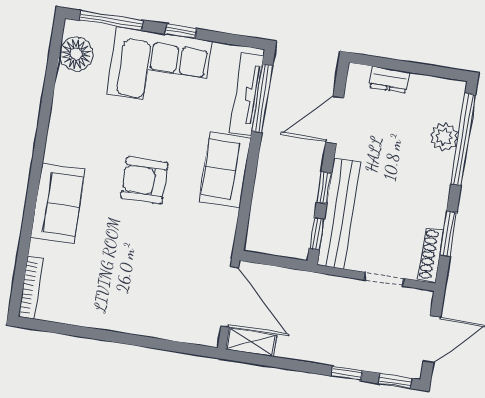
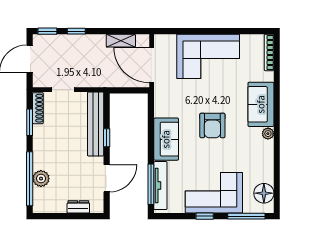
plant: (54, 152) -> (268, 134), added
armchair: (144, 181) -> (212, 125), turned 90
window: (317, 234) -> (107, 110), removed
corner sofa: (133, 297) -> (208, 56), added
shelving: (251, 342) -> (121, 41), moved

